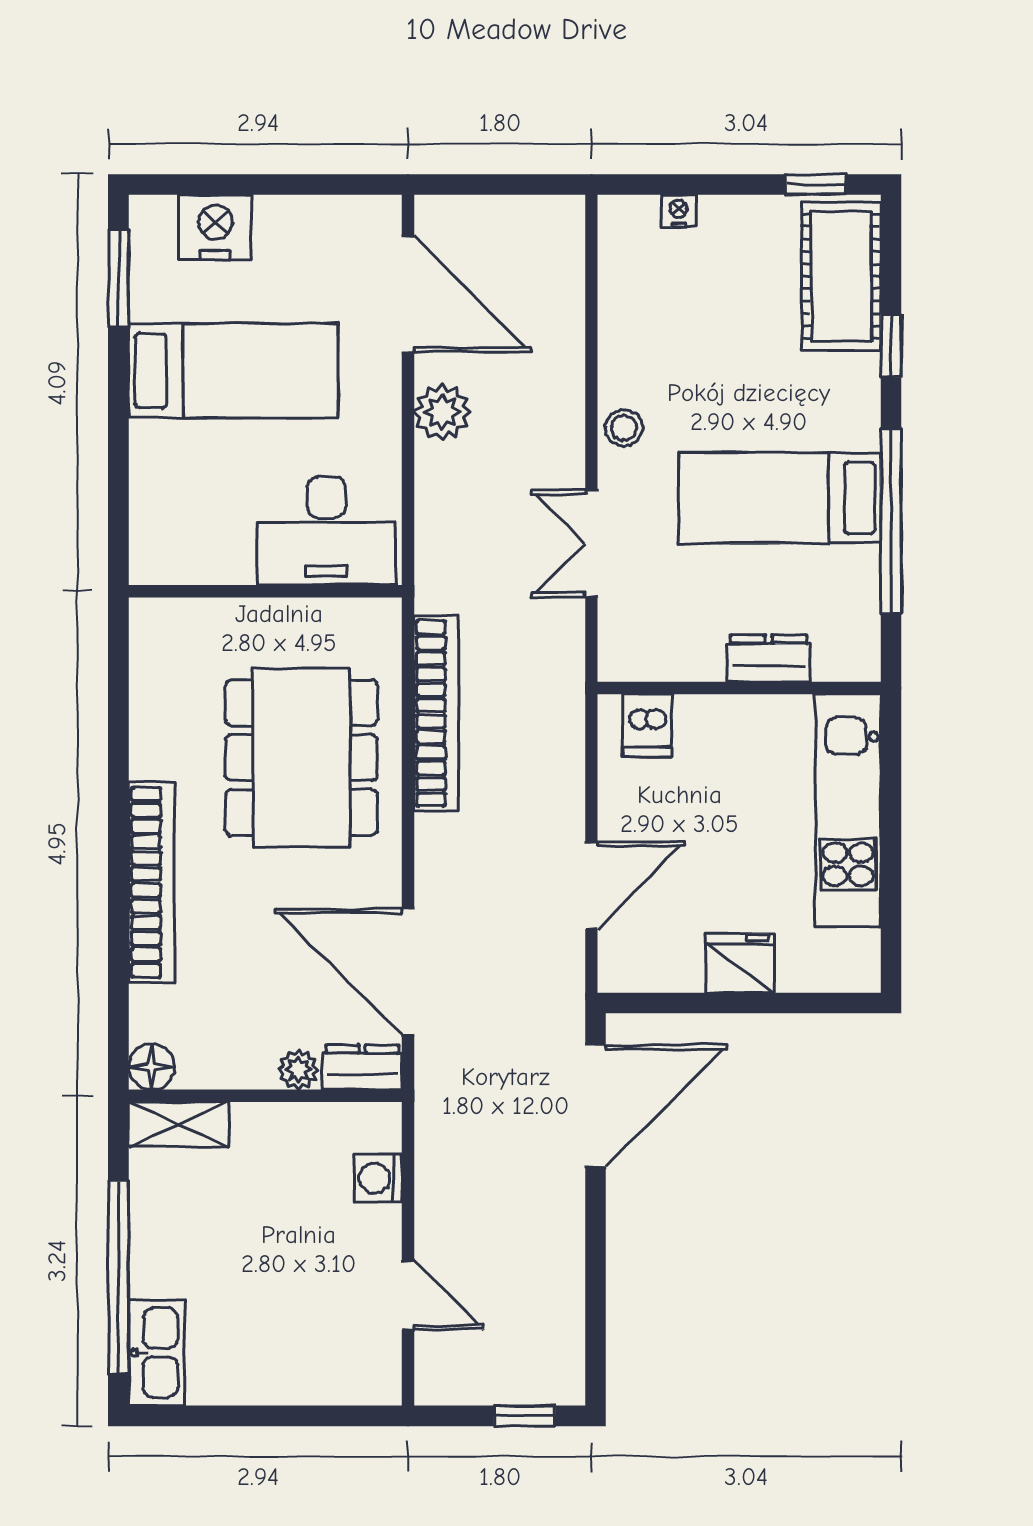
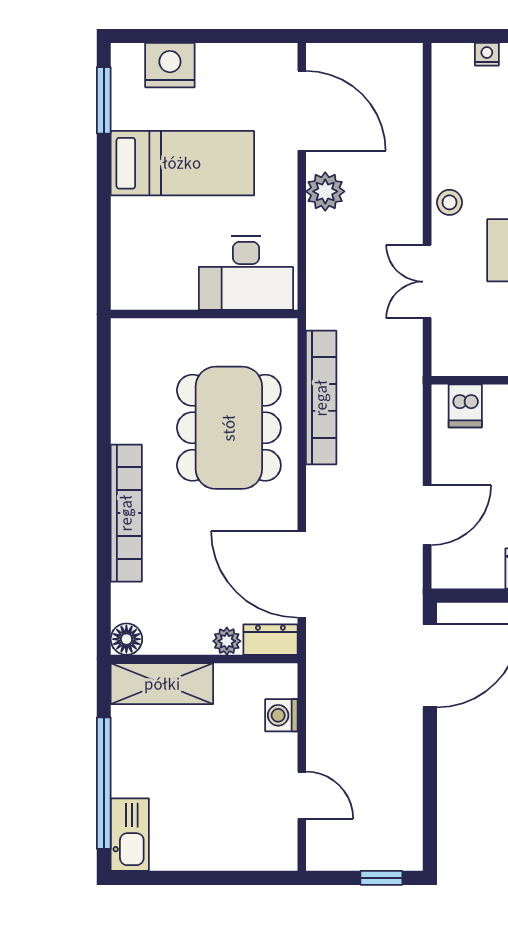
shelving: (178, 1124) -> (162, 684), width x1.50, depth x1.33

